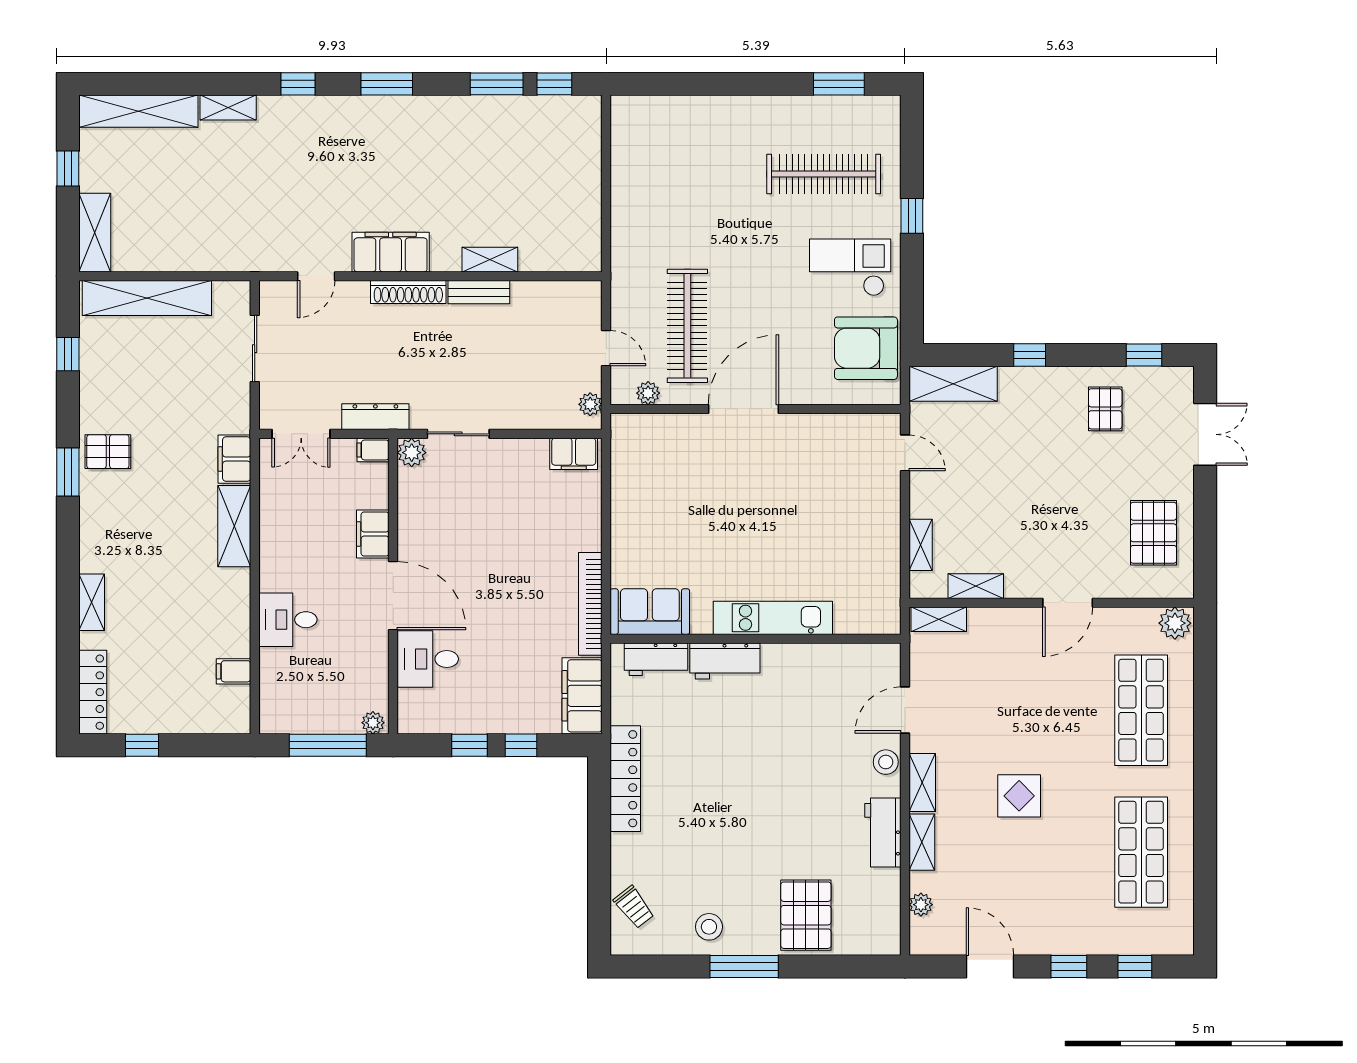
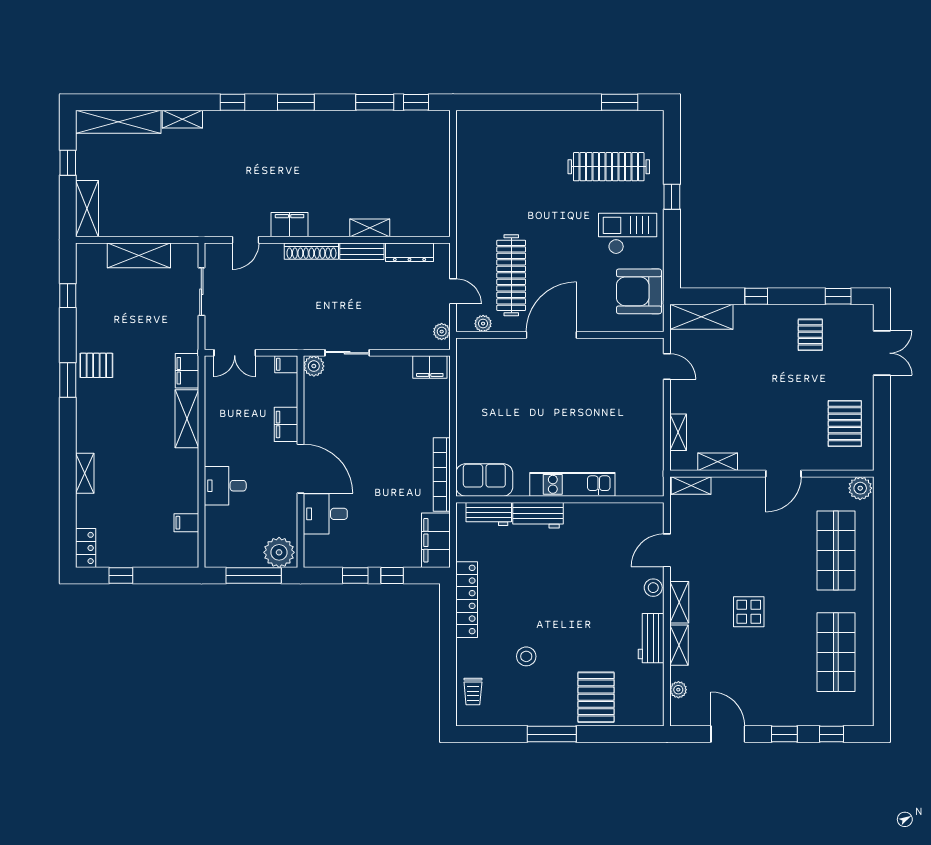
filing cabinet: (391, 252) -> (290, 225), width x0.67, depth x0.86
shelving: (147, 298) -> (139, 255), width x0.68
dresser: (375, 417) -> (409, 252), moved, turned 180
locker: (93, 692) -> (86, 548), width x0.66
plant: (373, 723) -> (279, 552), width x1.88, depth x1.88
trolley: (634, 907) -> (473, 691), turned 38
stool: (709, 927) -> (526, 656), moved

